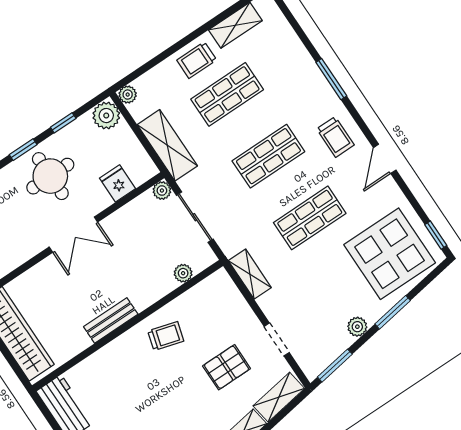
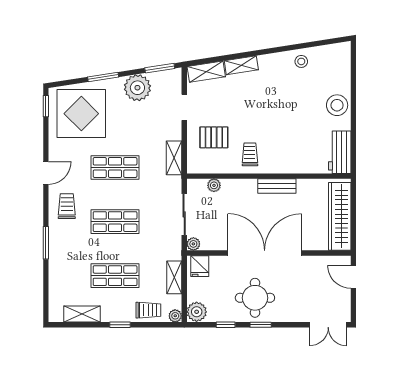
window: (184, 42) -> (120, 325), added
trolley: (197, 60) -> (148, 310), moved
shelving: (167, 145) -> (174, 277), width x0.67, depth x0.75
fridge: (118, 183) -> (200, 266), moved
double door: (73, 235) -> (265, 253), width x1.87
plant: (357, 327) -> (137, 88), width x1.88, depth x1.88
trolley: (166, 336) -> (250, 154), turned 74
pallet: (227, 367) -> (214, 137), moved

